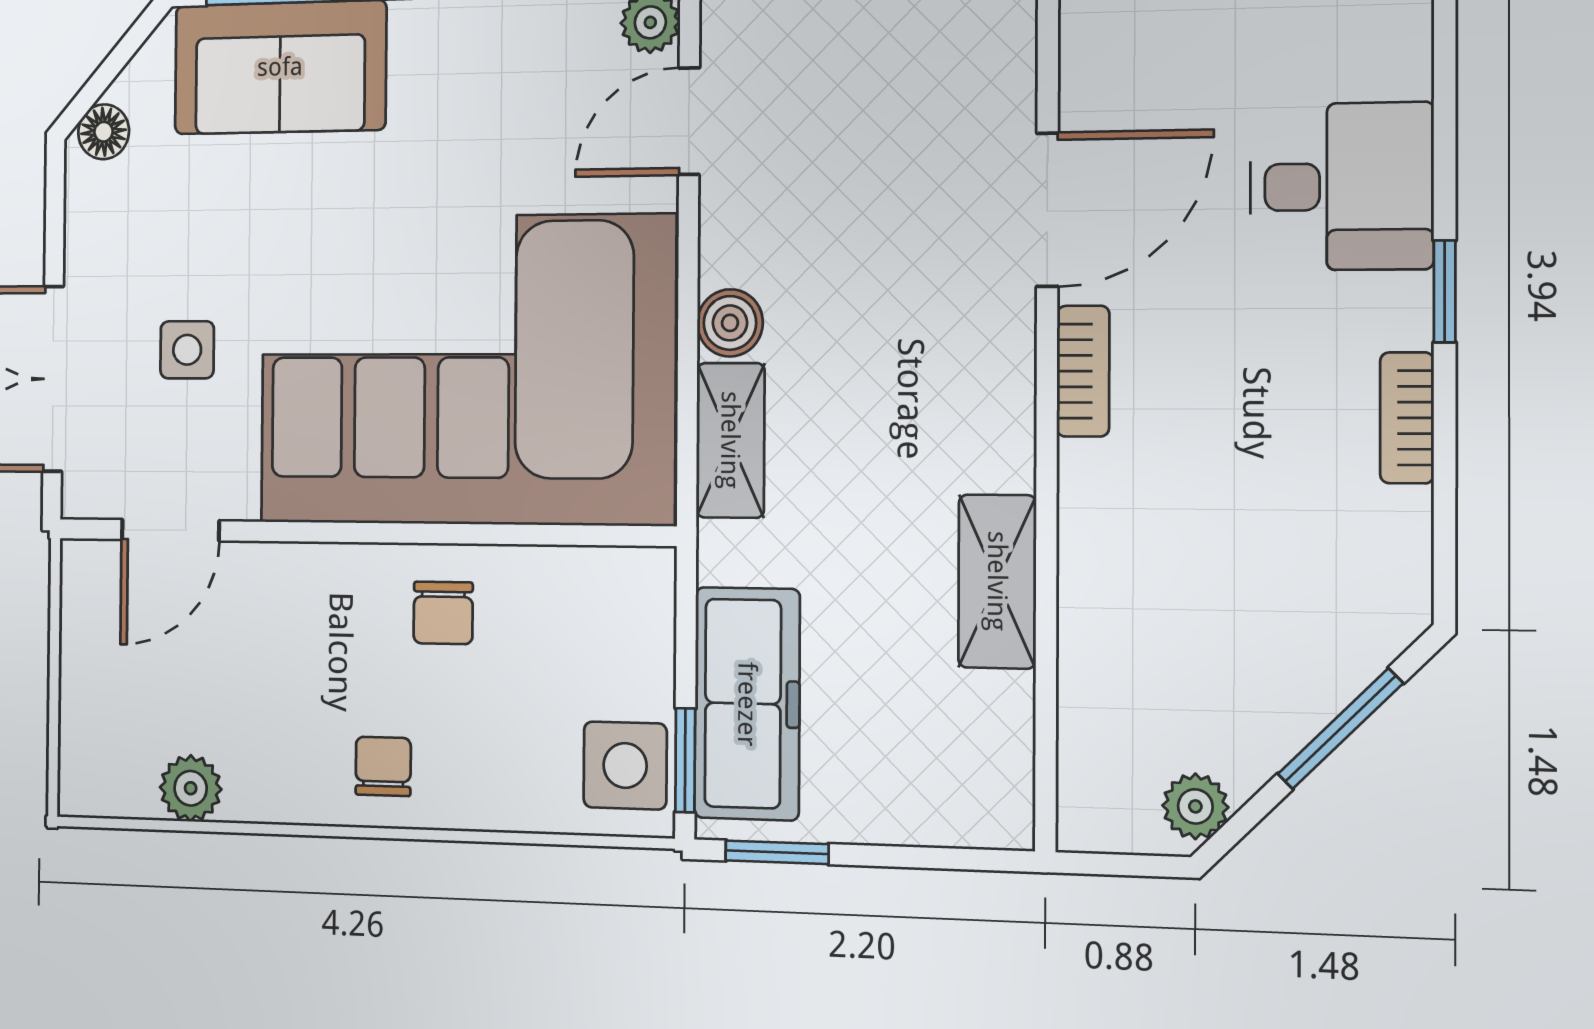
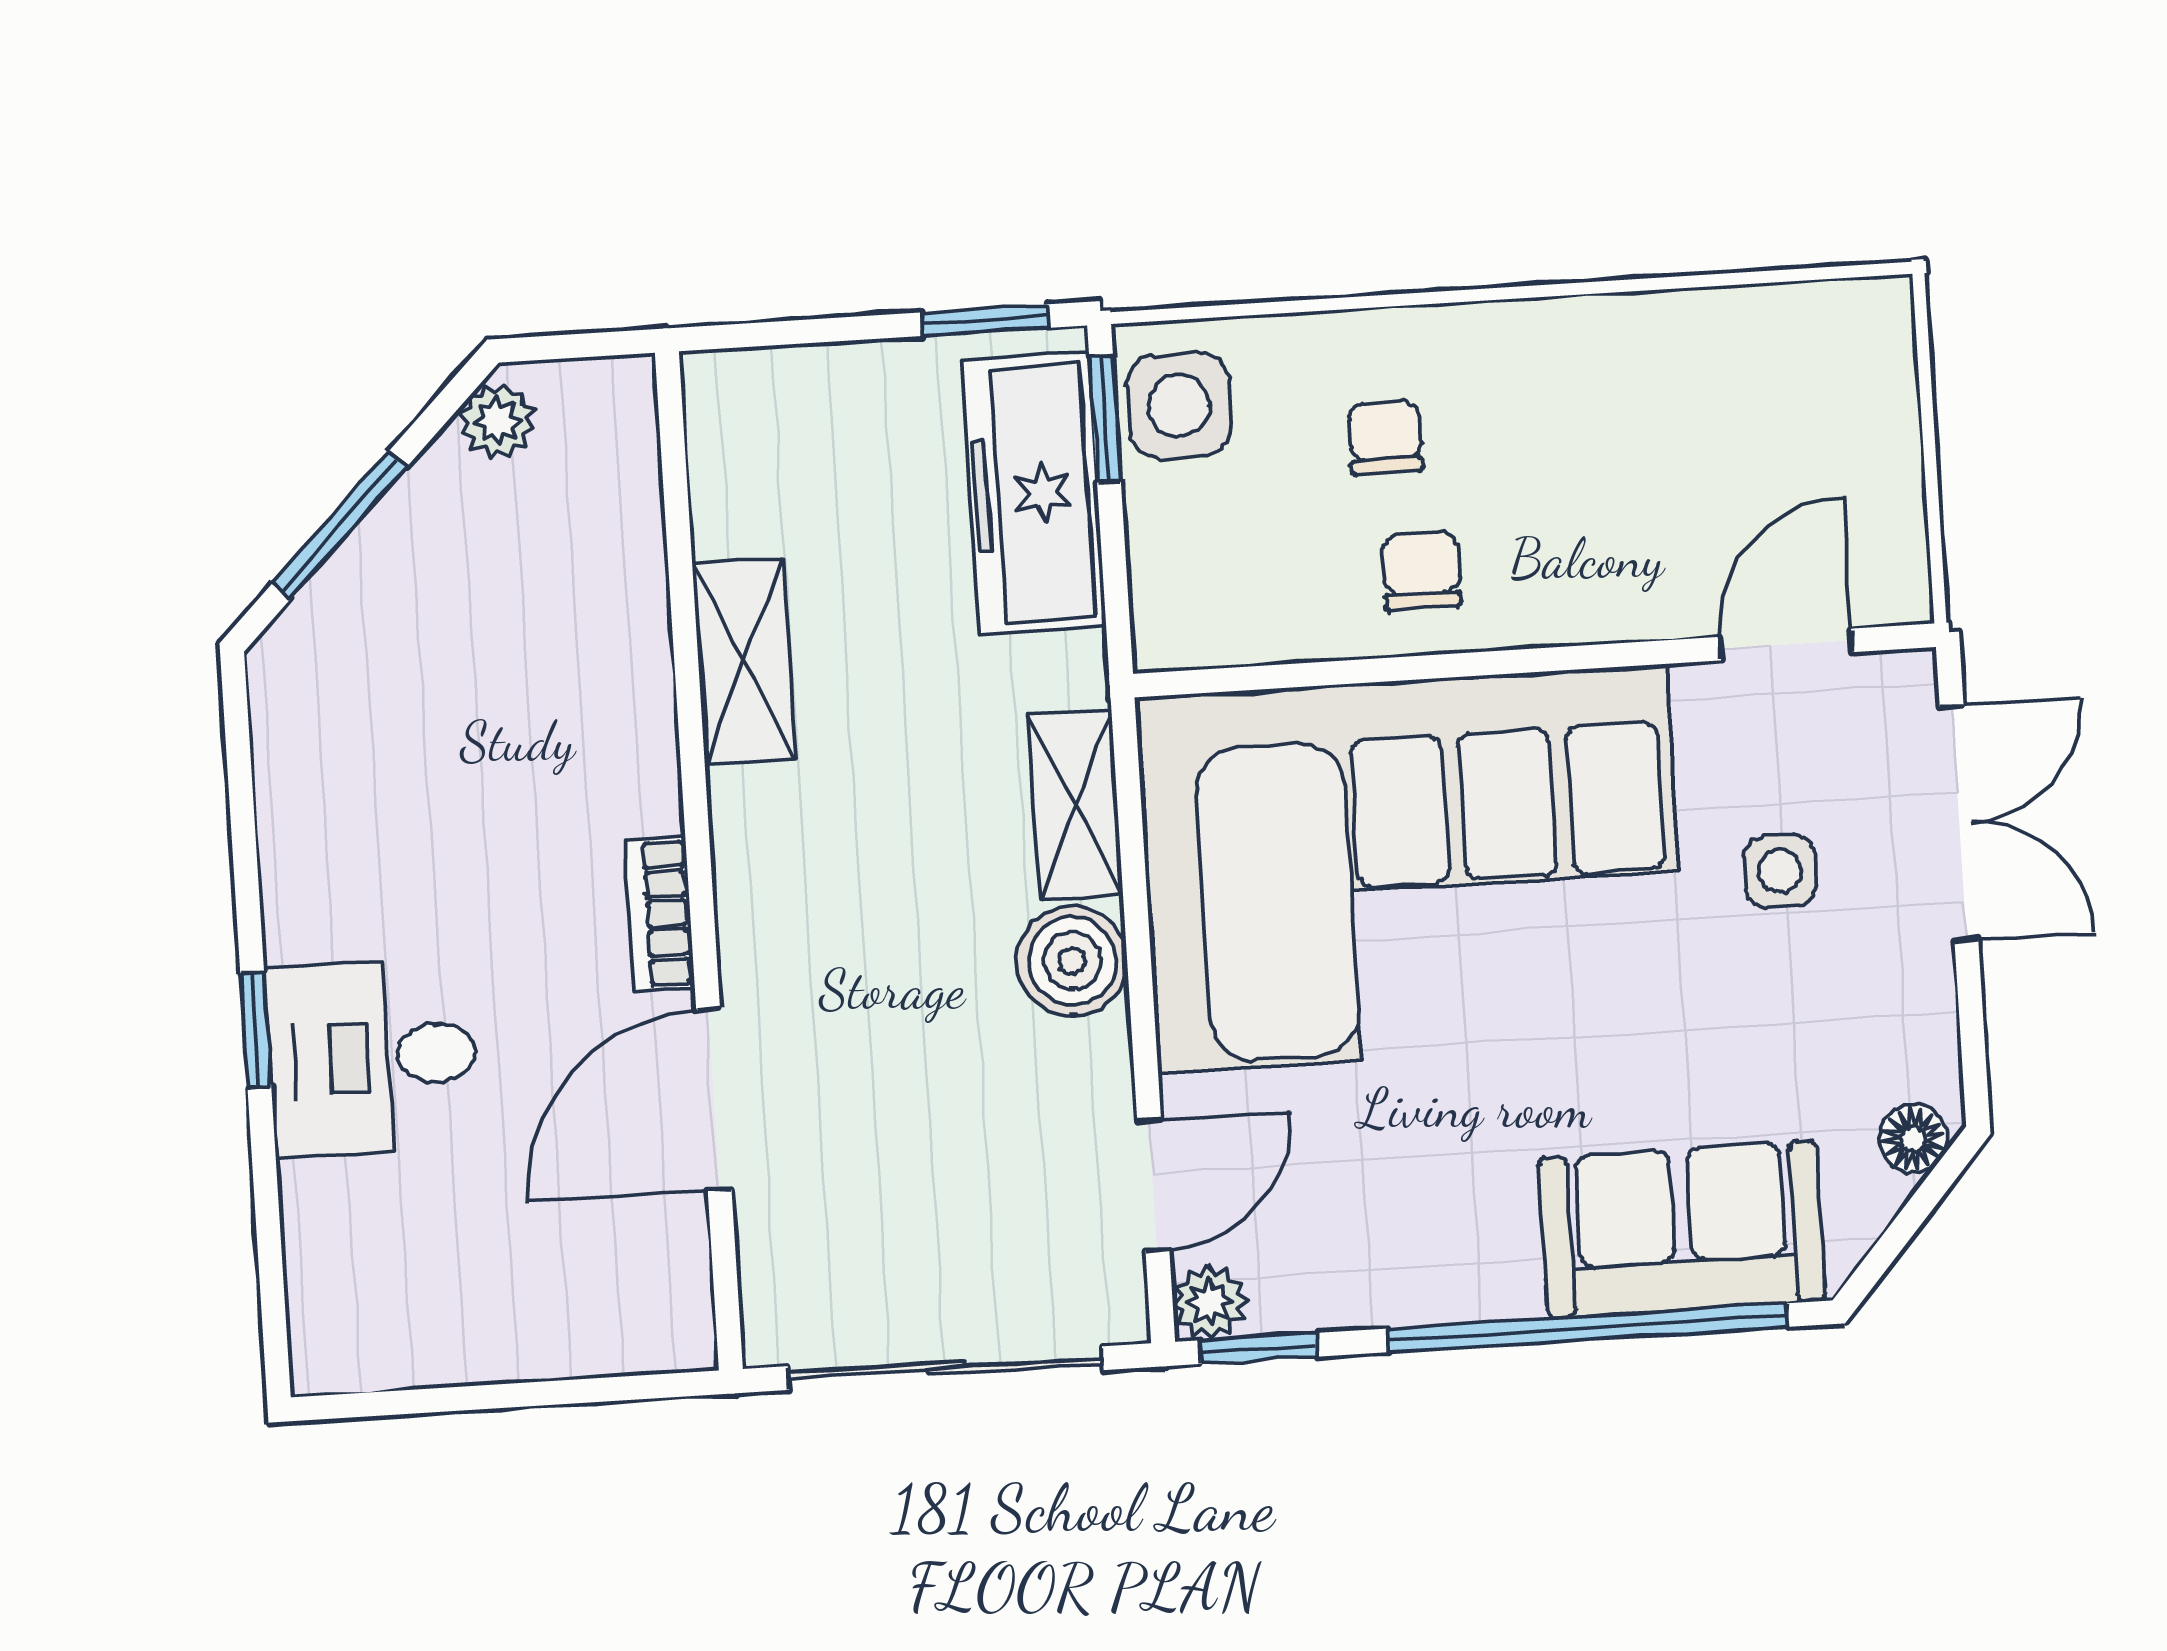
desk: (1342, 187) -> (373, 1057), moved
boiler: (730, 323) -> (1072, 961), width x1.36, depth x1.36
bookcase: (1407, 418) -> (288, 884), removed
chair: (383, 766) -> (1385, 437), moved, turned 180
plant: (191, 788) -> (1735, 326), removed

